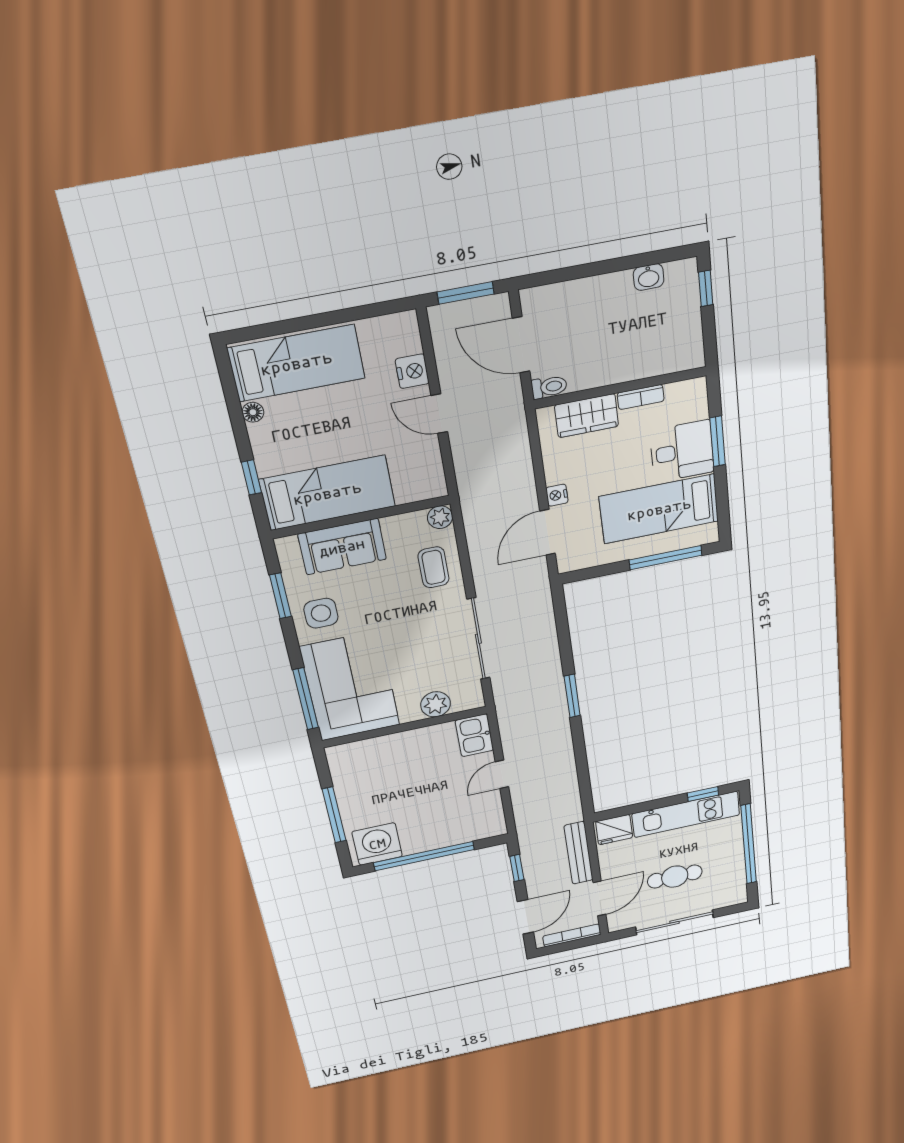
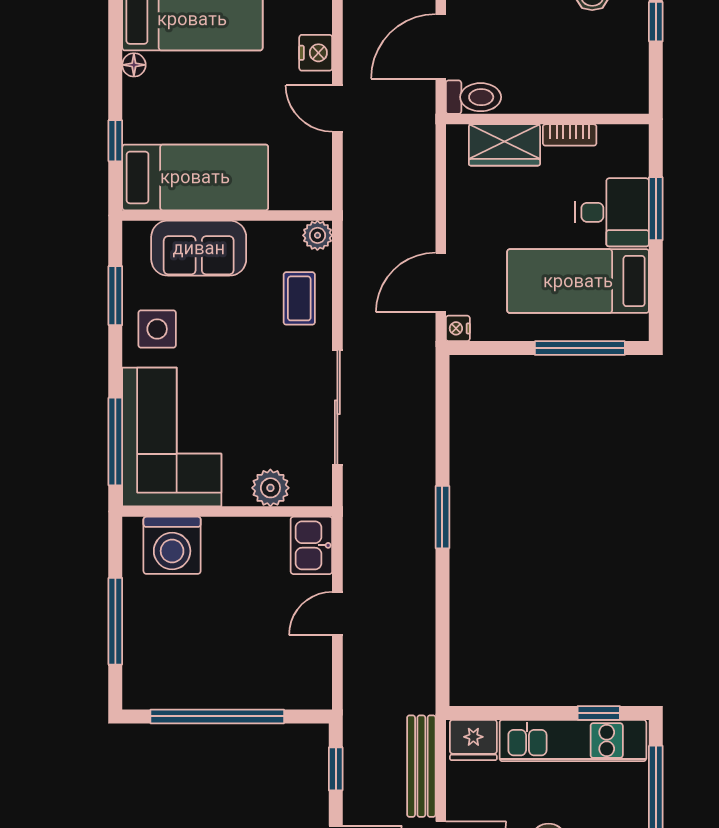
door: (521, 345) -> (441, 46), hinge flipped
toilet: (549, 387) -> (473, 97), width x1.37, depth x1.39
nightstand: (557, 495) -> (458, 328), moved
washing machine: (377, 844) -> (172, 545), moved, turned 180

